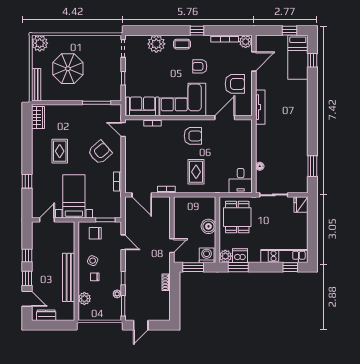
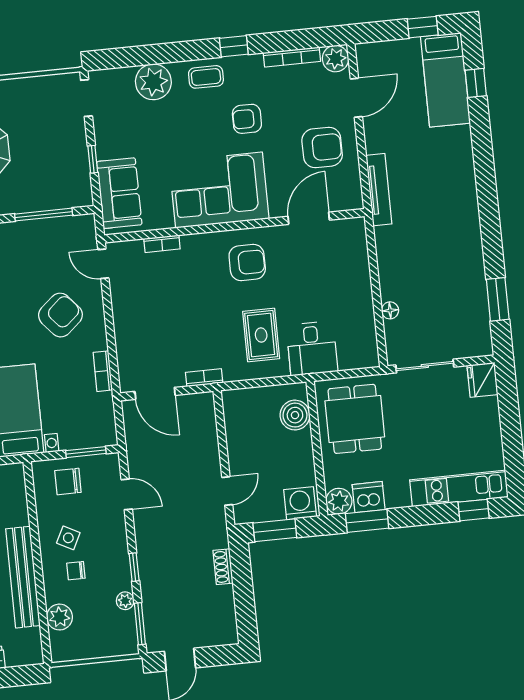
sofa: (143, 106) -> (119, 193), moved, turned 90
desk: (241, 181) -> (312, 348), moved
boiler: (208, 226) -> (295, 415), moved

